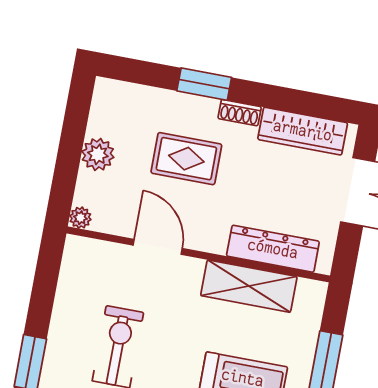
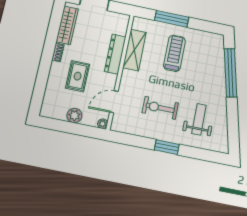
window: (204, 84) -> (45, 68), removed
door: (158, 247) -> (114, 102), moved
dresser: (273, 249) -> (115, 54), moved

